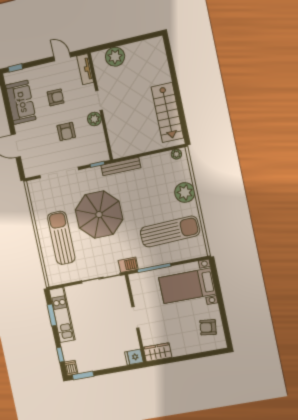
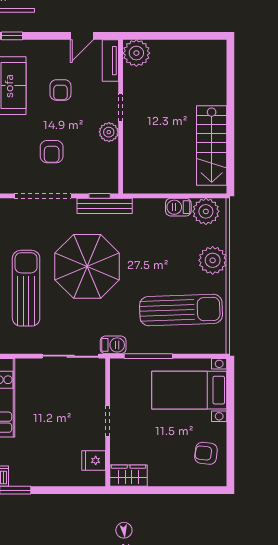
door: (62, 57) -> (82, 36), swing flipped
plant: (115, 57) -> (136, 53), moved
armchair: (56, 97) -> (60, 90), turned 90
armchair: (66, 131) -> (52, 152), moved
plant: (176, 154) -> (206, 211), width x1.87, depth x1.87
barbecue: (153, 161) -> (178, 207), added
bench: (121, 166) -> (105, 206), moved
fridge: (134, 357) -> (94, 460), moved

